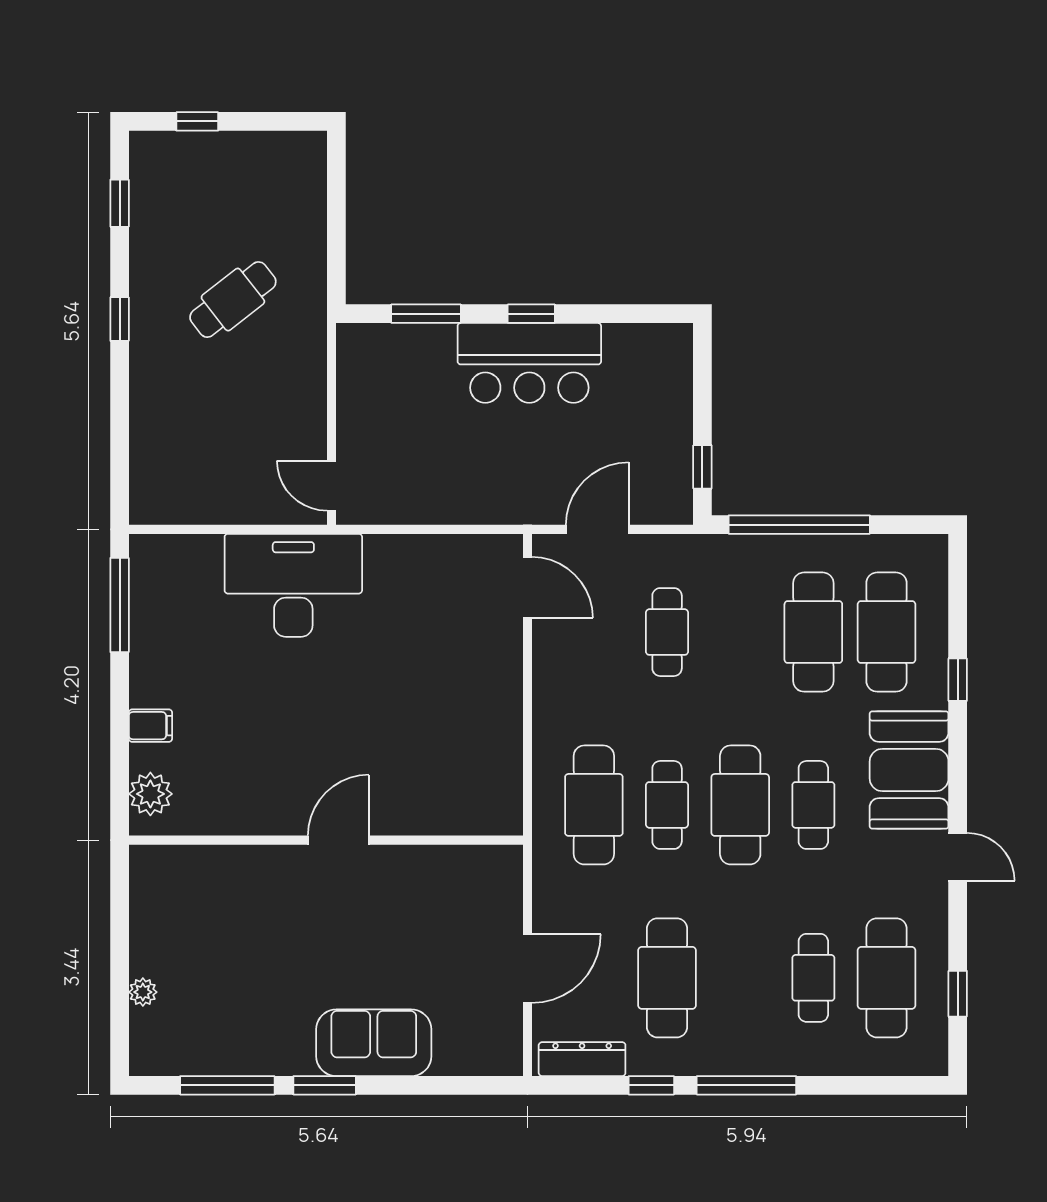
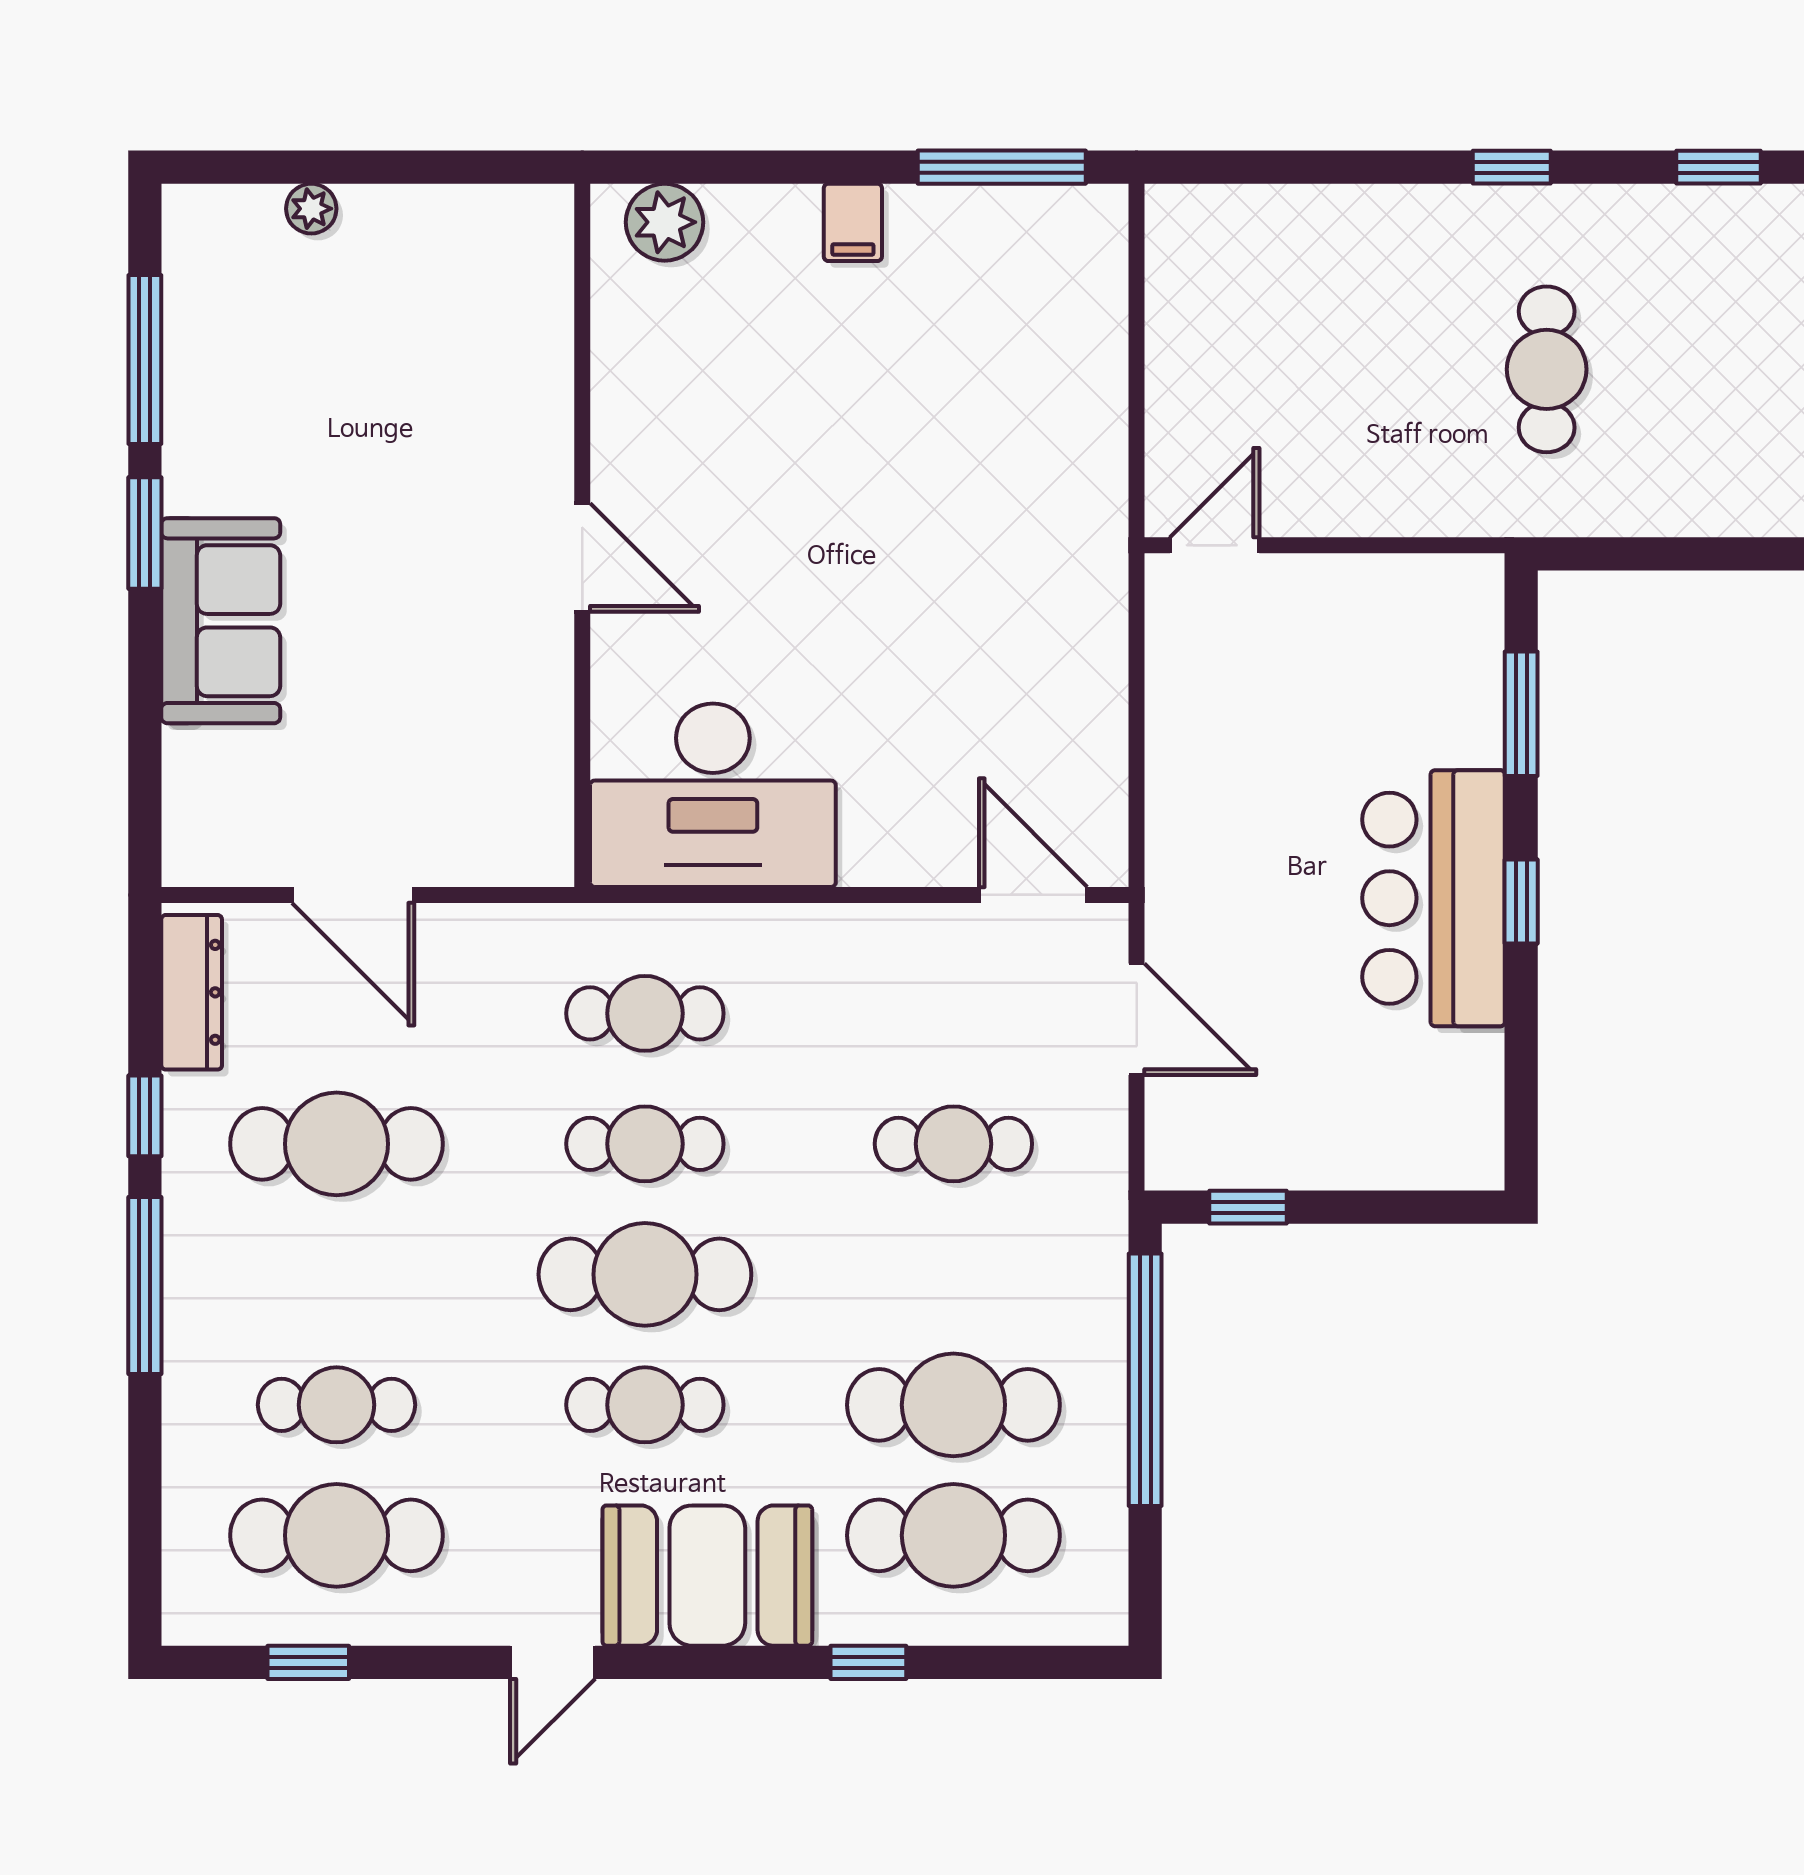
cafe table: (233, 300) -> (1547, 369), turned 38
desk: (293, 585) -> (713, 795), moved, turned 90
door: (528, 587) -> (1033, 895), swing flipped
filing cabinet: (150, 726) -> (853, 222), moved
cafe table: (594, 805) -> (645, 1013), width x0.73, depth x0.74

